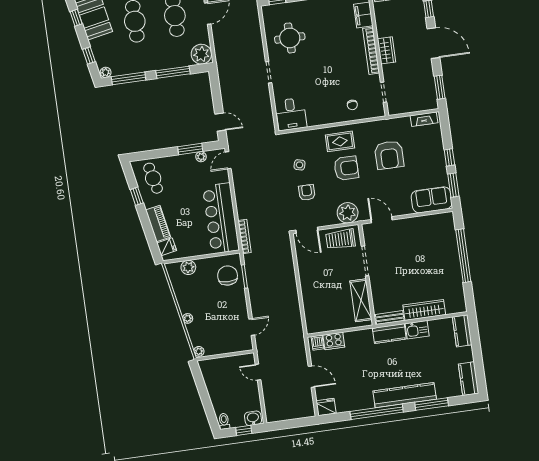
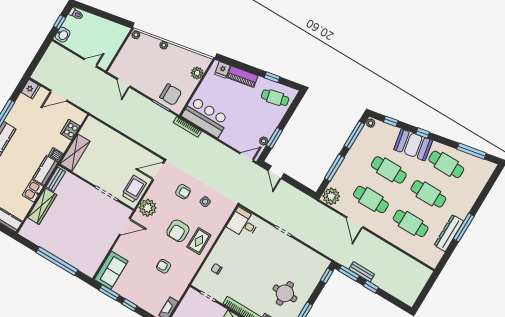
round table: (290, 38) -> (285, 293), moved
door: (220, 122) -> (276, 172), hinge flipped
armchair: (389, 155) -> (164, 266), width x0.53, depth x0.53
door: (228, 160) -> (247, 157), hinge flipped
bar counter: (221, 218) -> (205, 117), width x0.73
shelving: (361, 300) -> (75, 153), moved, turned 90
dishwasher: (318, 343) -> (56, 154), moved

